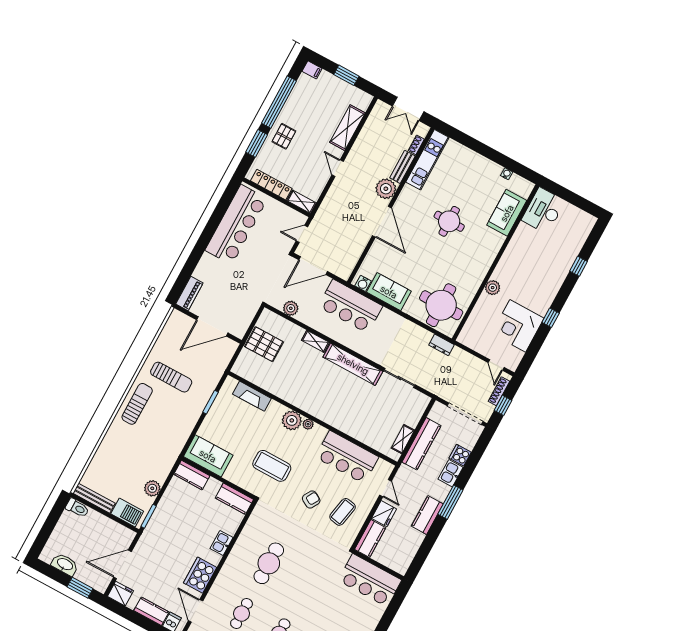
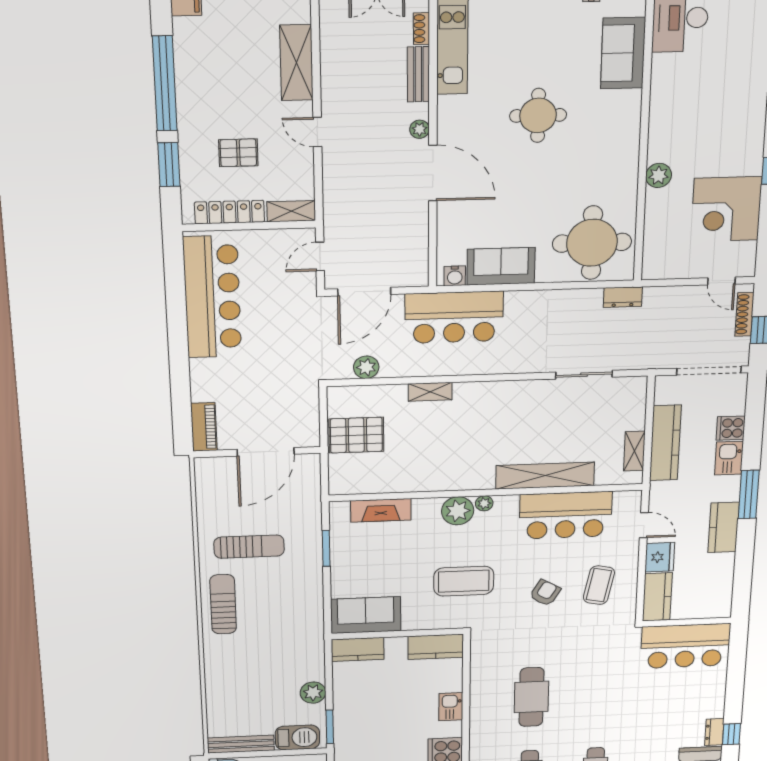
pallet: (284, 136) -> (238, 153), moved, turned 90
plant: (386, 189) -> (419, 129), width x0.53, depth x0.53
shelving: (353, 364) -> (545, 476), moved

